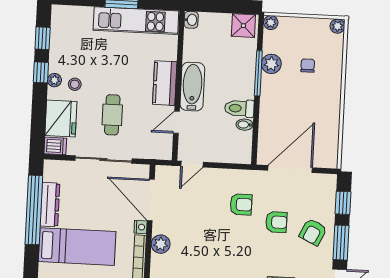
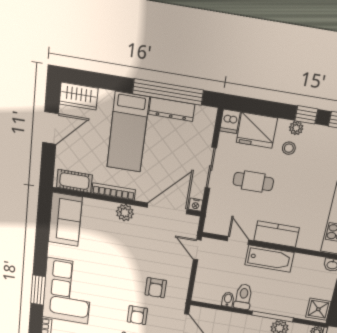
sliding door: (103, 160) -> (211, 168), width x0.73
nightstand: (141, 227) -> (196, 205), moved

